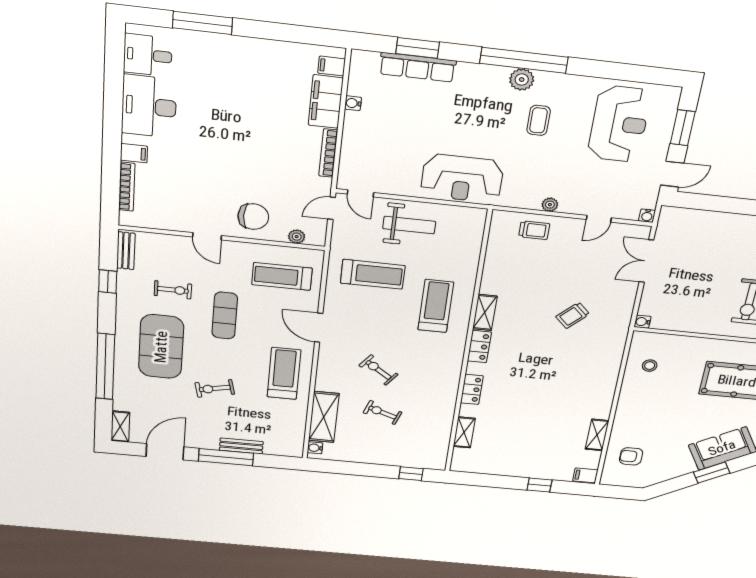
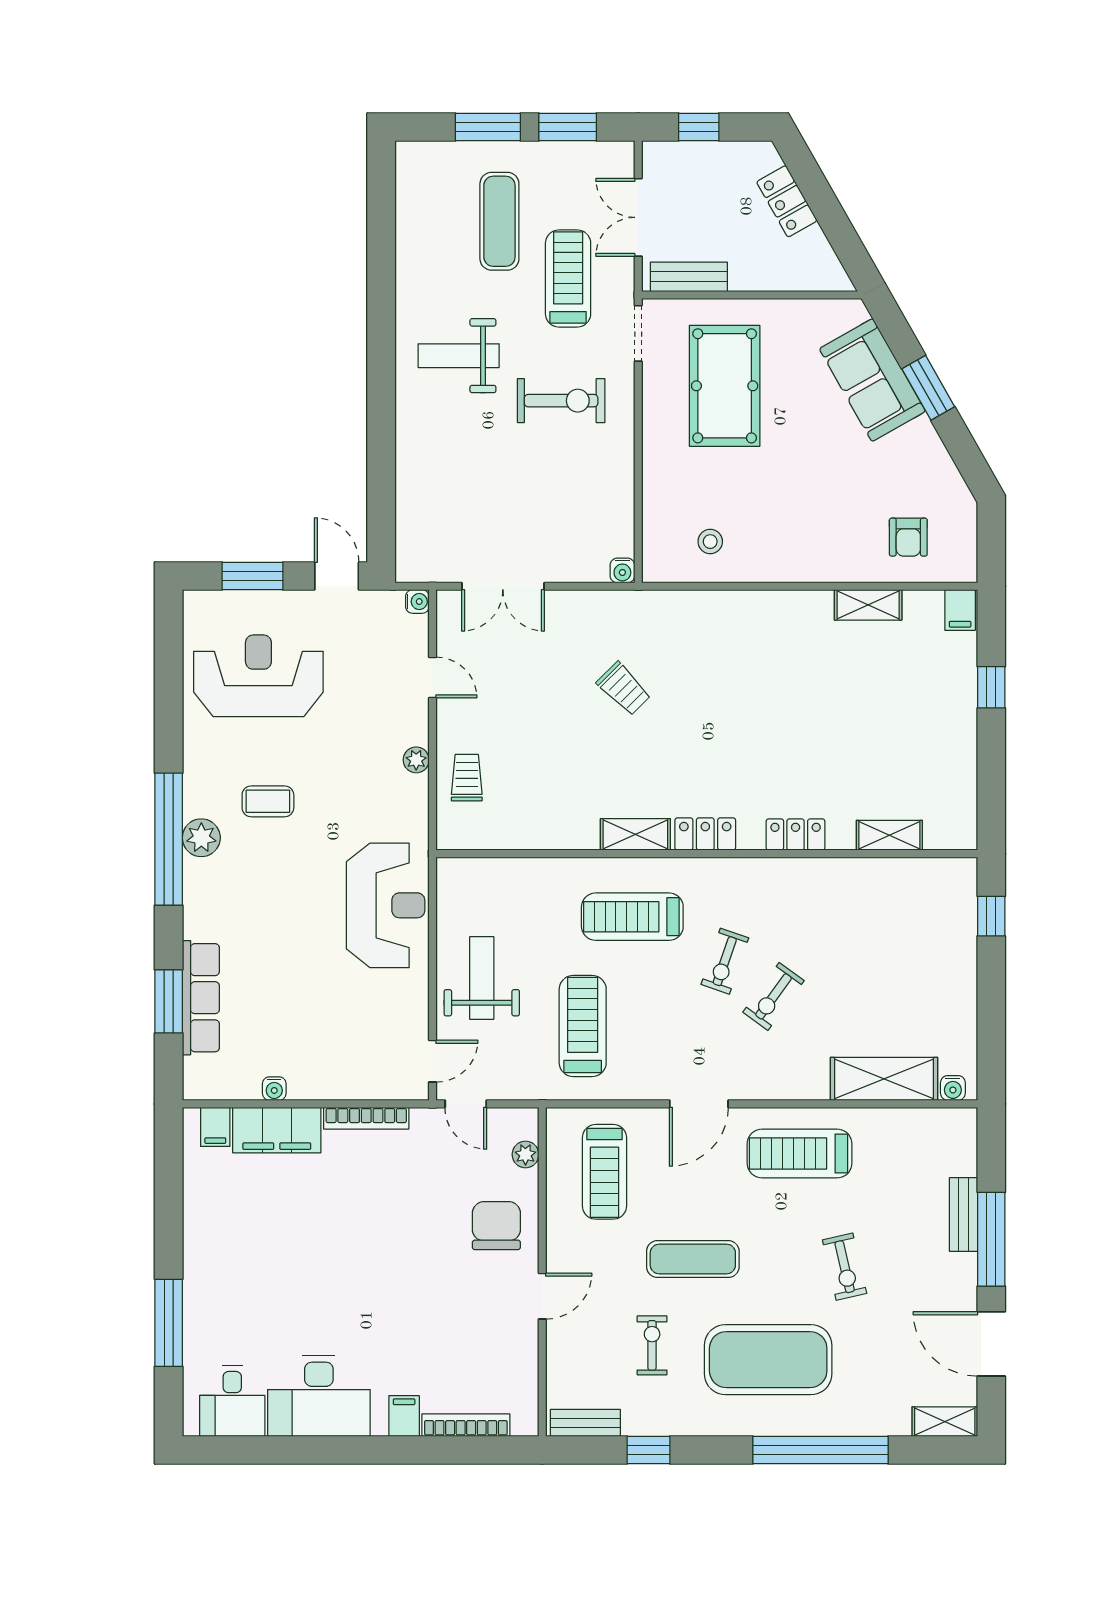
exercise bike: (383, 413) -> (725, 961), moved

